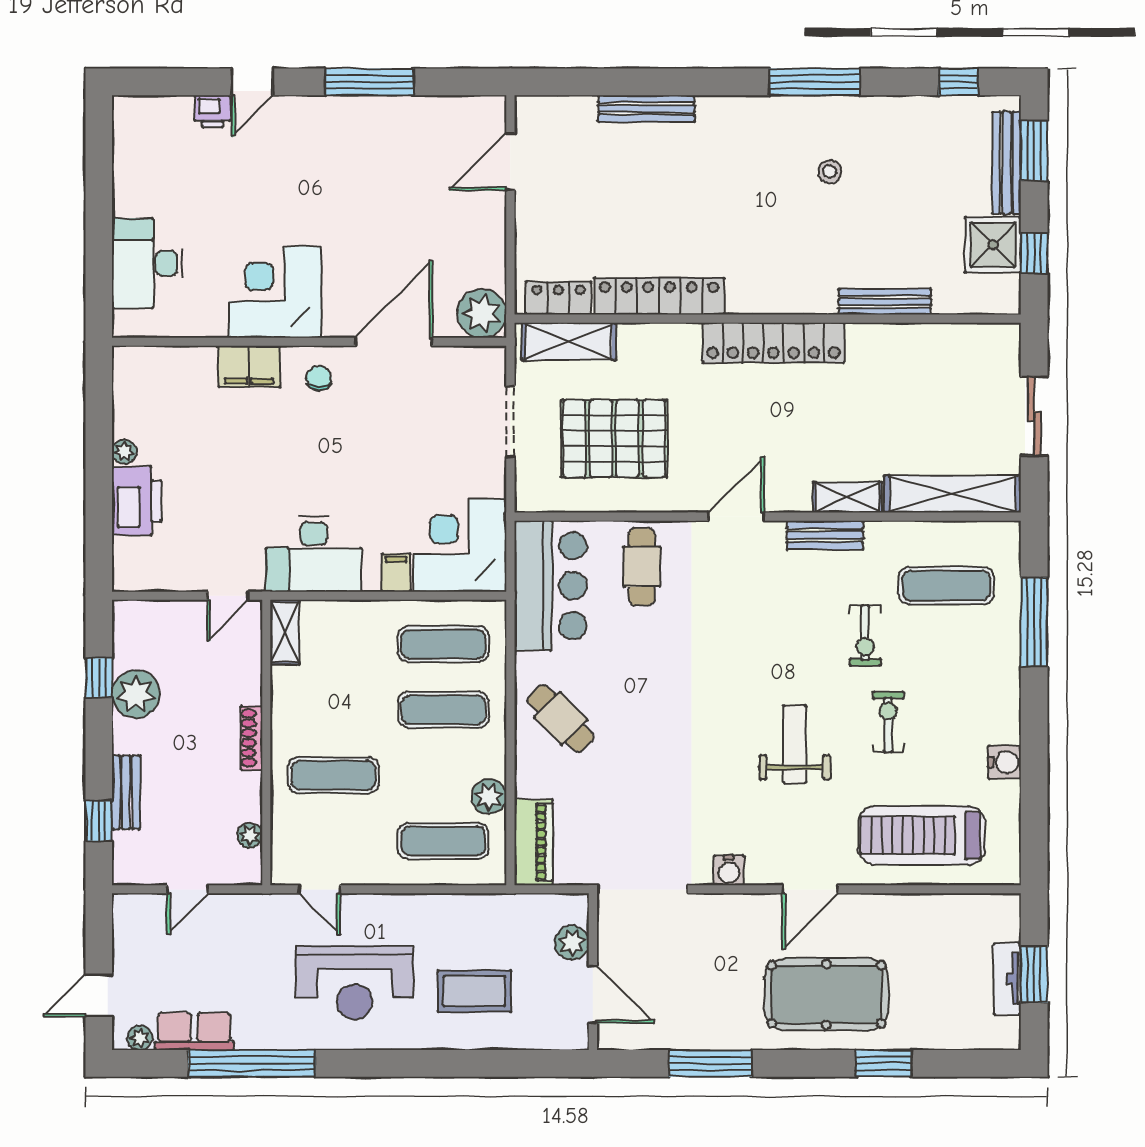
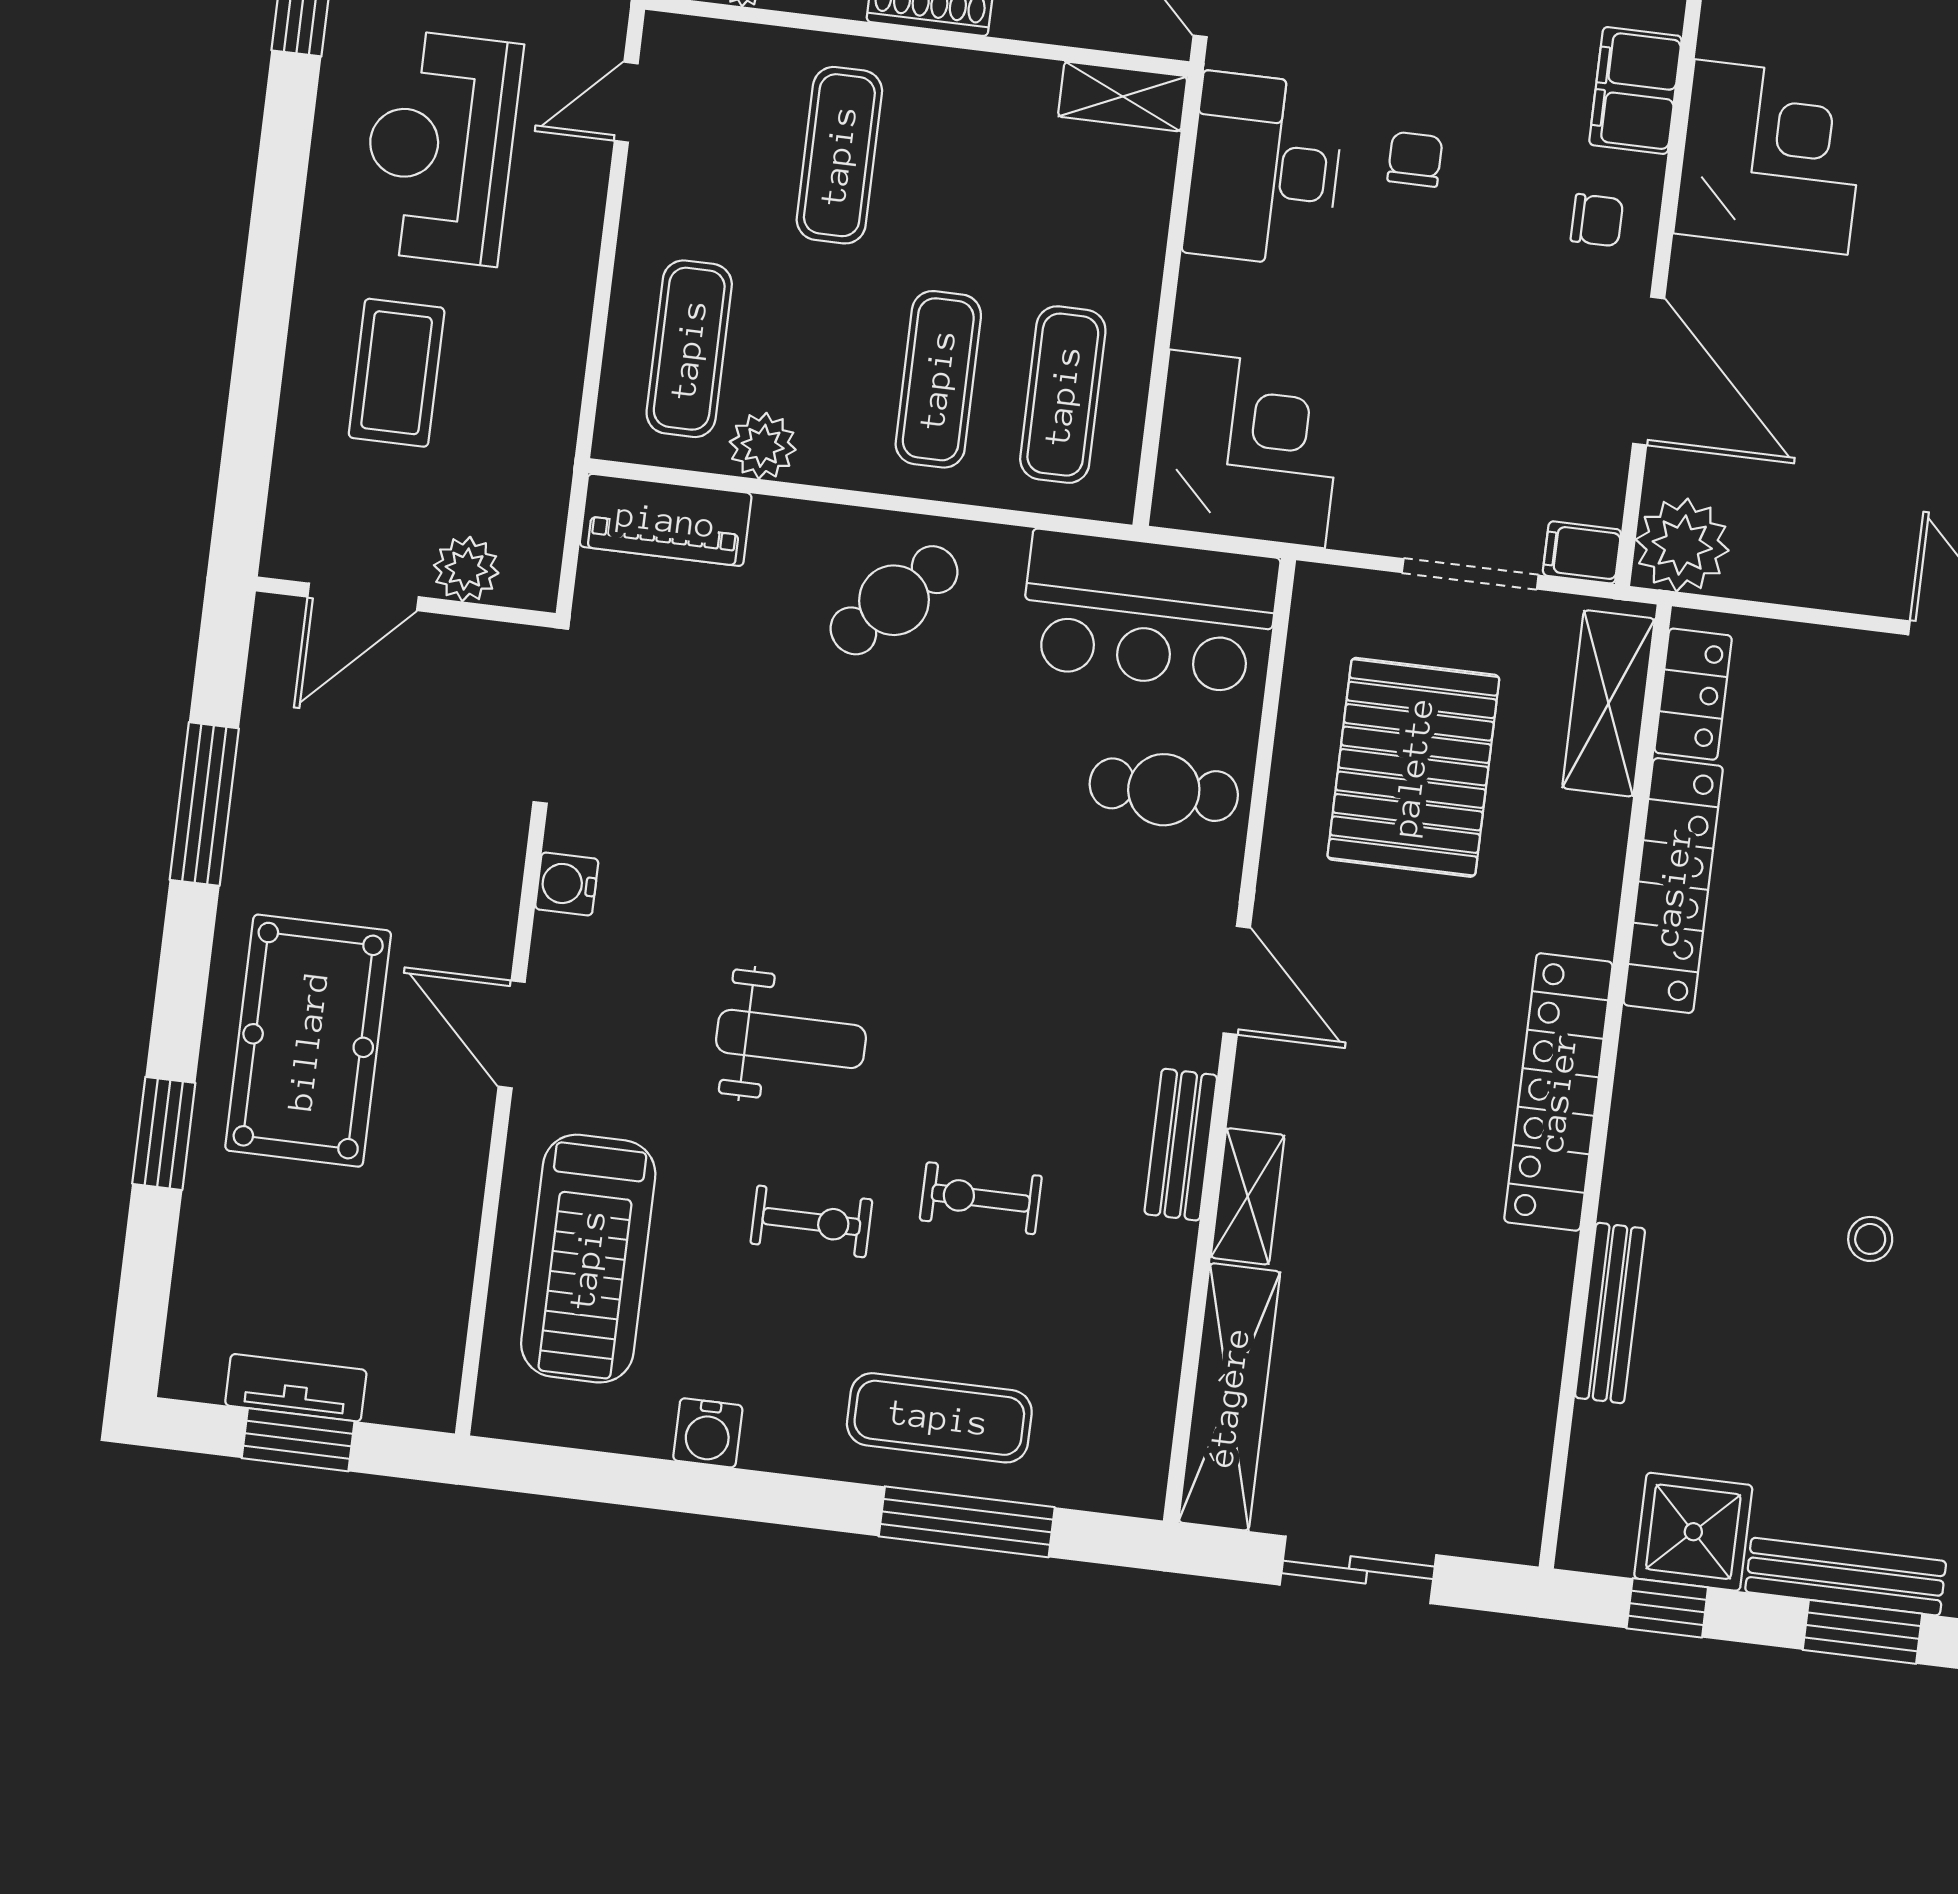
chair: (299, 476) -> (1415, 159), added
filing cabinet: (396, 573) -> (1582, 552), moved, turned 180
exercise mat: (946, 586) -> (939, 1418), moved, turned 90
treadmill: (922, 835) -> (588, 1259), turned 180

